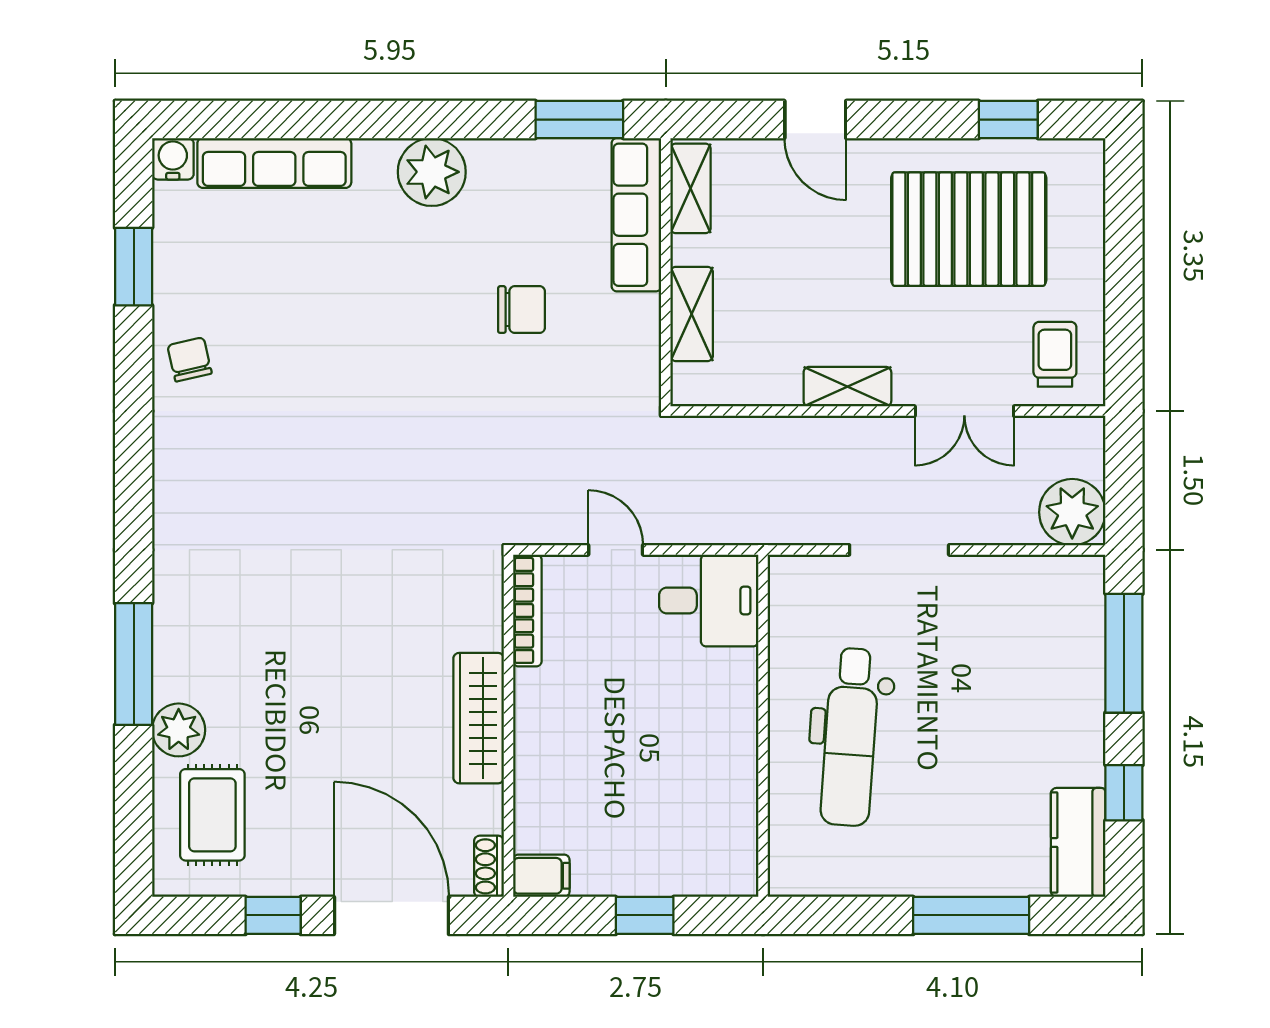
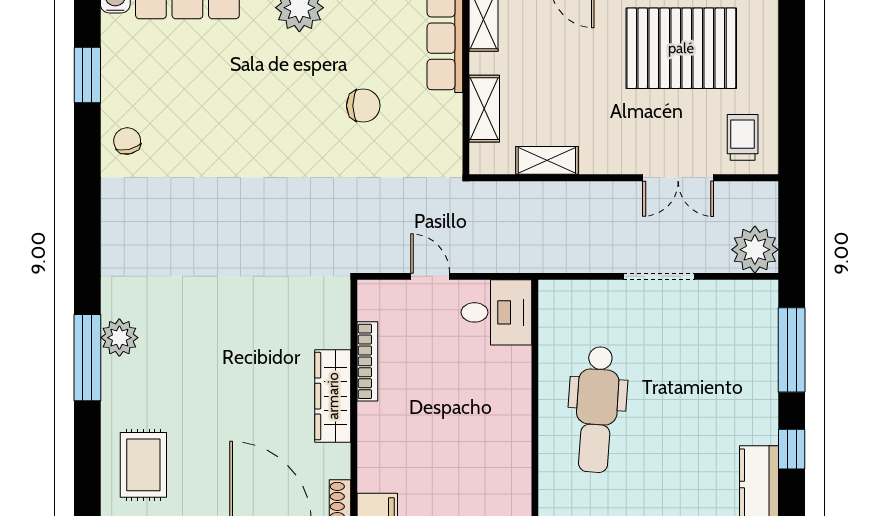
shelving: (847, 387) -> (547, 160), moved
doorway: (899, 550) -> (659, 276), moved
bookcase: (527, 610) -> (367, 361), moved
plant: (179, 730) -> (119, 338), moved

